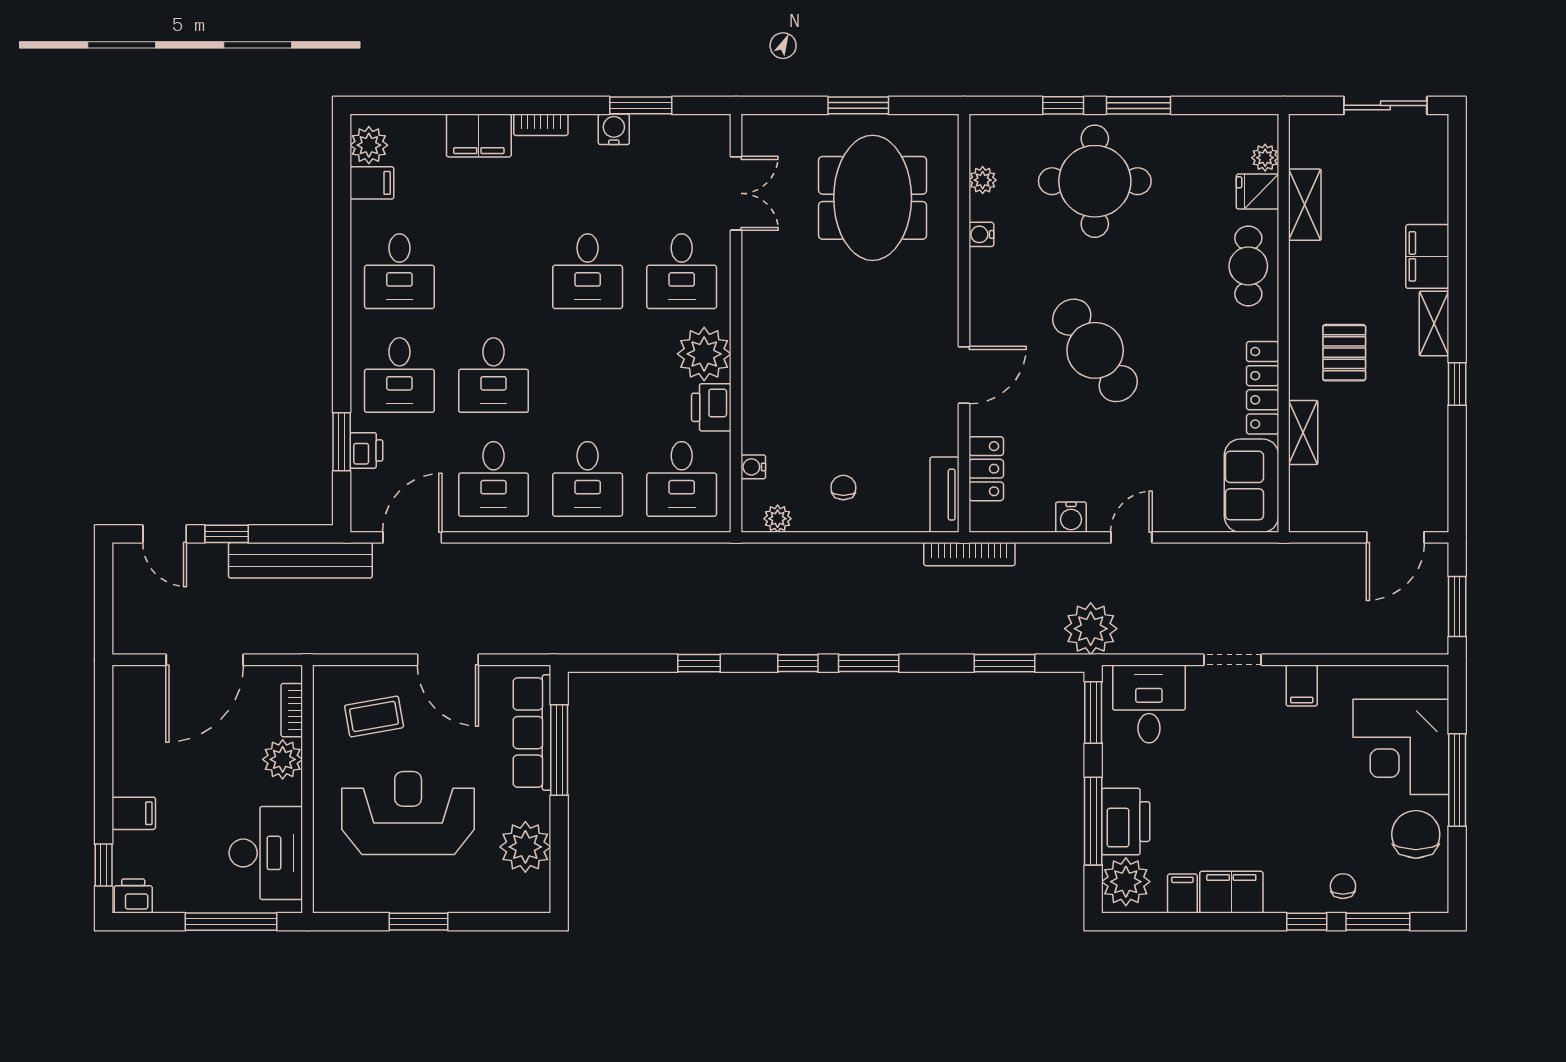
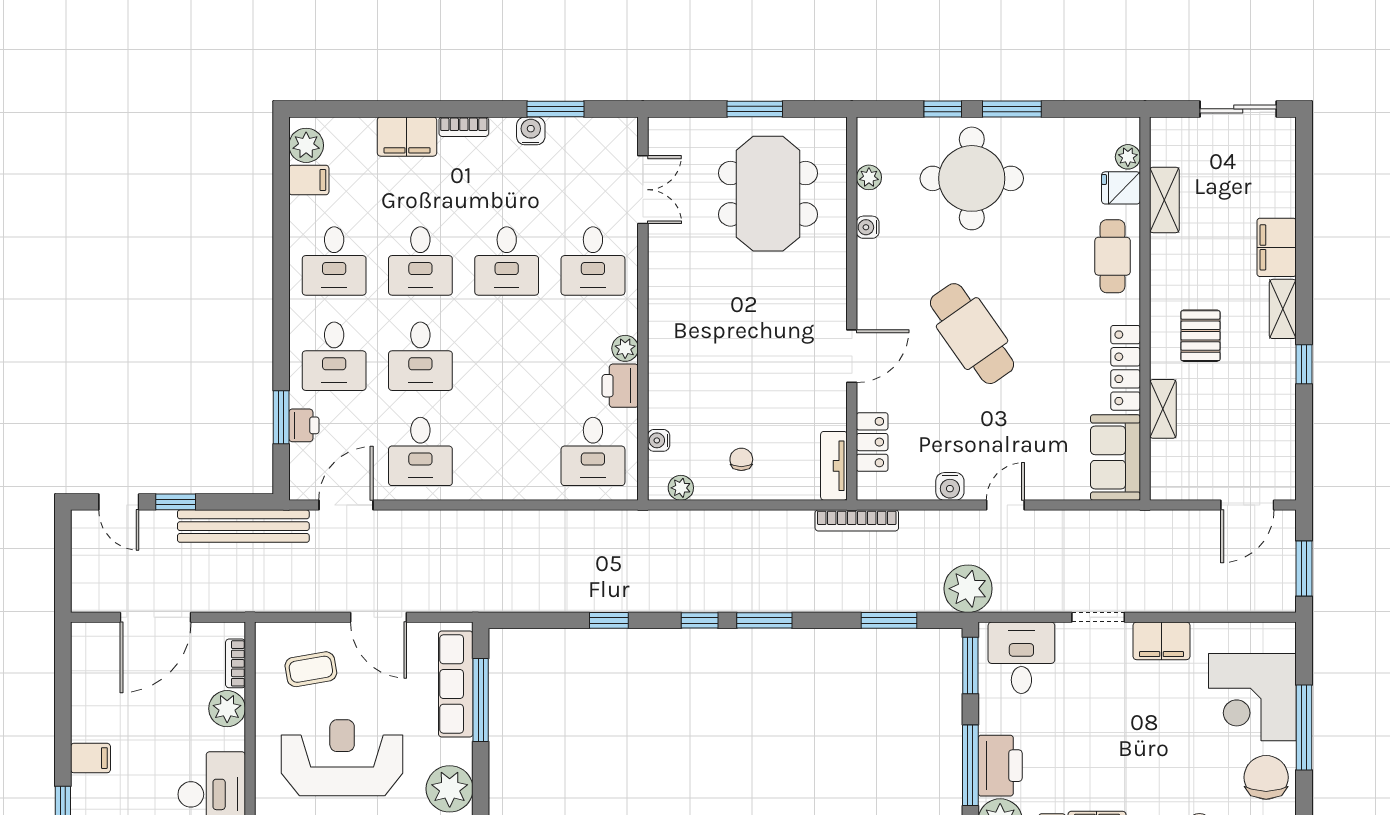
plant: (704, 354) -> (625, 348), width x0.53, depth x0.53
desk: (588, 479) -> (420, 261), moved
filing cabinet: (1302, 686) -> (1162, 641), width x2.00

